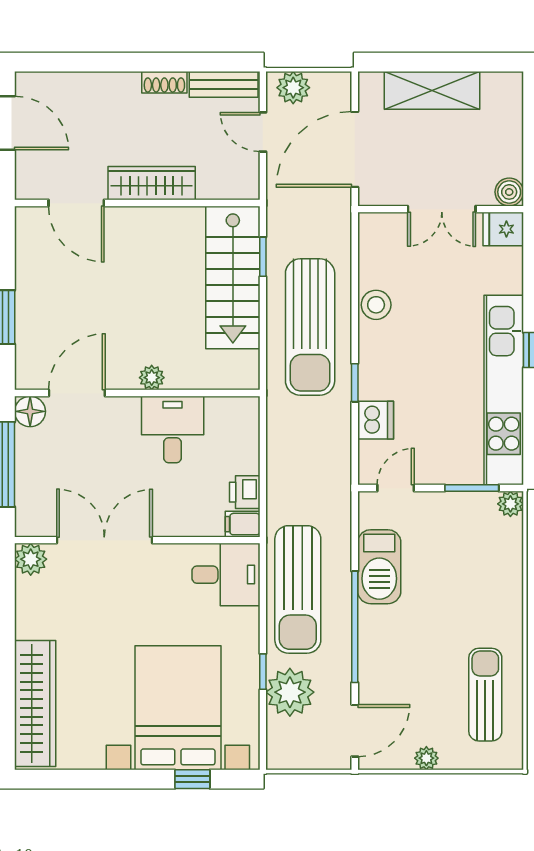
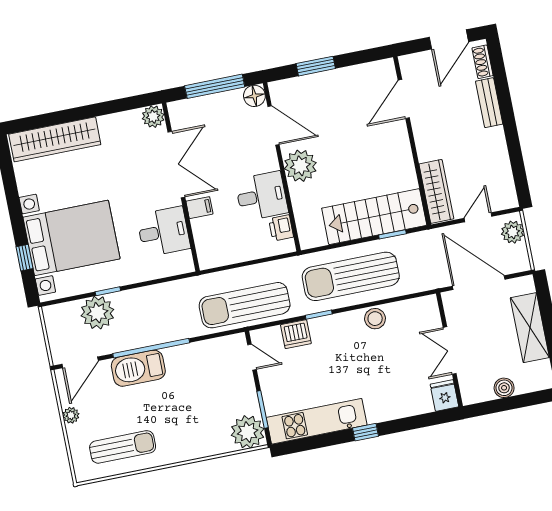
shoe rack: (164, 82) -> (482, 62), moved
bench: (224, 84) -> (489, 103), moved
wardrobe: (152, 183) -> (436, 191), moved
boiler: (509, 192) -> (504, 388), moved
plant: (152, 378) -> (300, 166), width x1.87, depth x1.87
kitchen unit: (504, 390) -> (317, 421), width x0.73
printer: (245, 492) -> (281, 228), moved, turned -90
plant: (510, 504) -> (248, 432), width x1.88, depth x1.88
filing cabinet: (243, 524) -> (199, 208), moved, turned 90
barbecue: (379, 567) -> (138, 368), moved
desk: (226, 575) -> (163, 232), moved, turned -90
sun lounger: (298, 589) -> (245, 305), moved
door: (355, 731) -> (80, 362), hinge flipped

